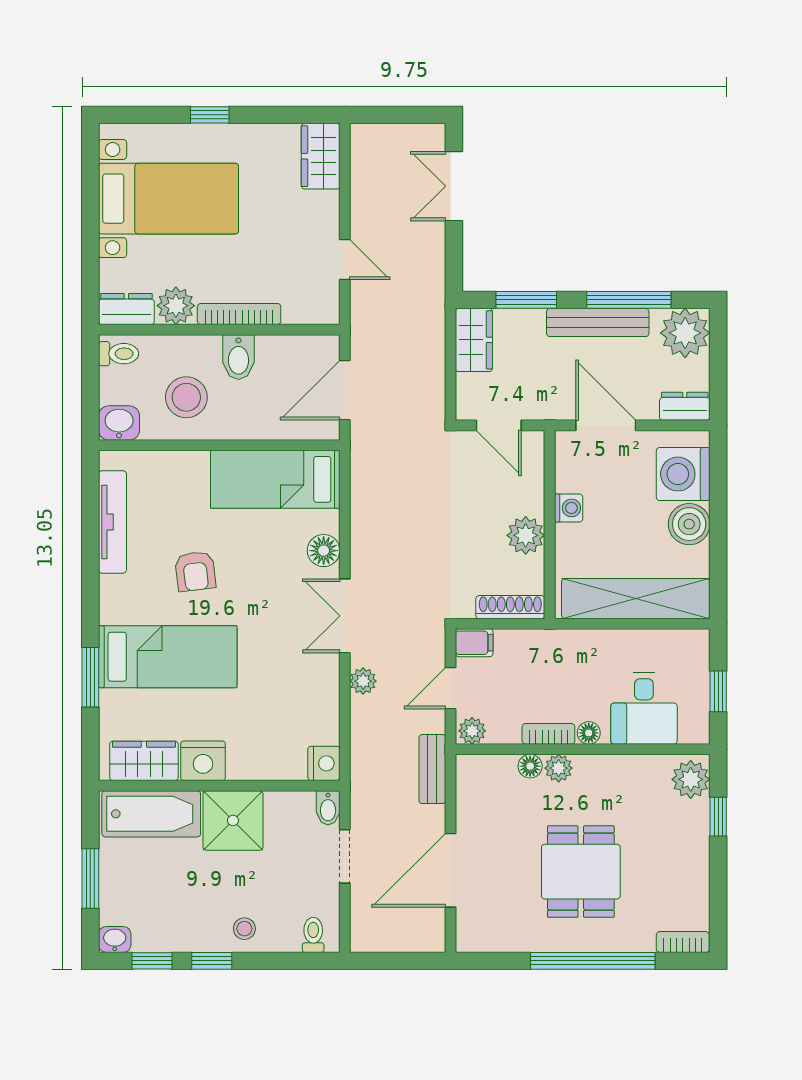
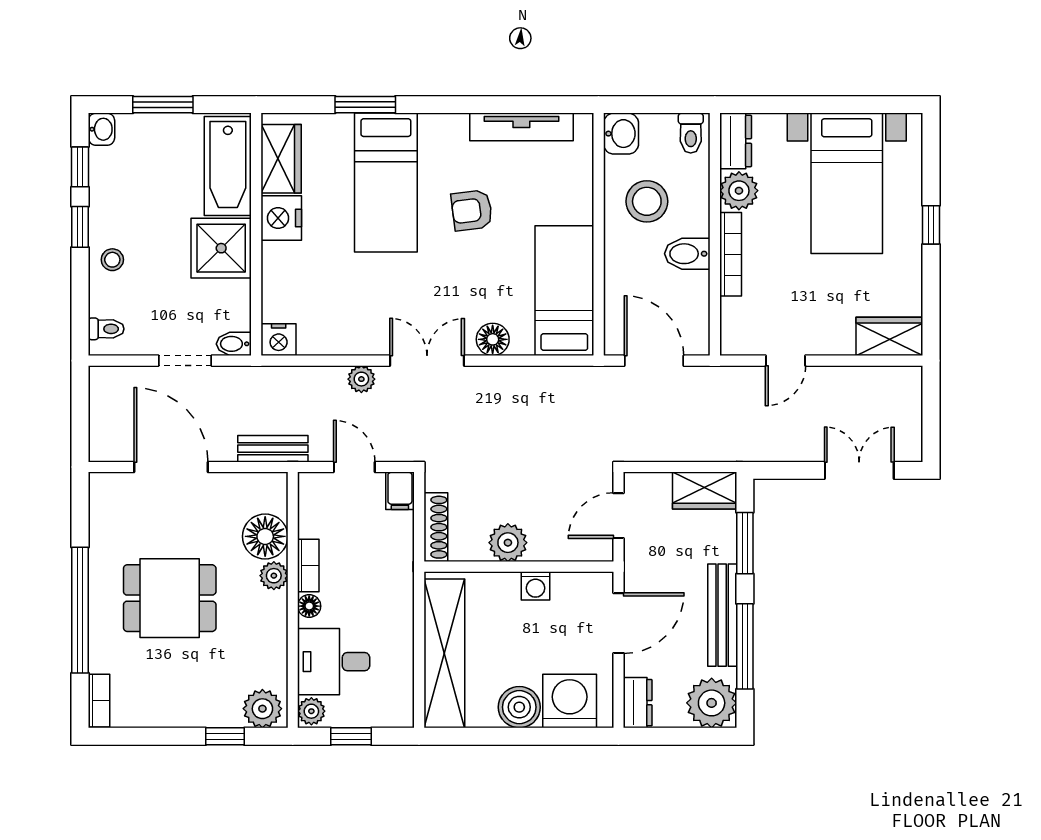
plant: (472, 731) -> (311, 711), moved
floor lamp: (530, 766) -> (265, 536), width x1.89, depth x1.89

